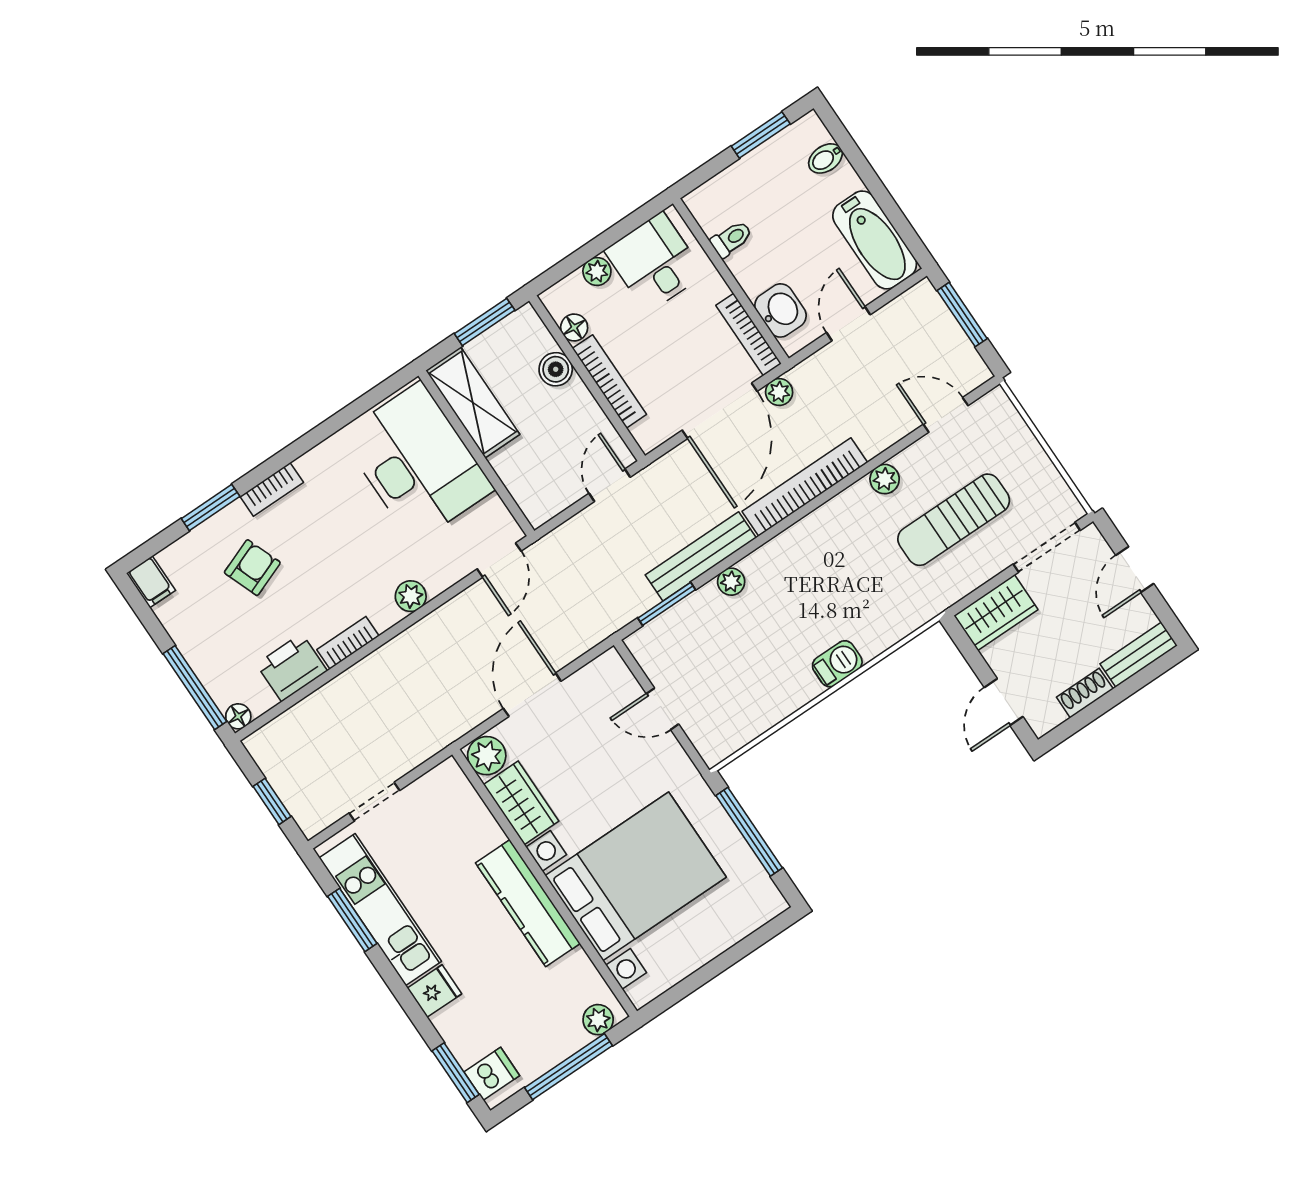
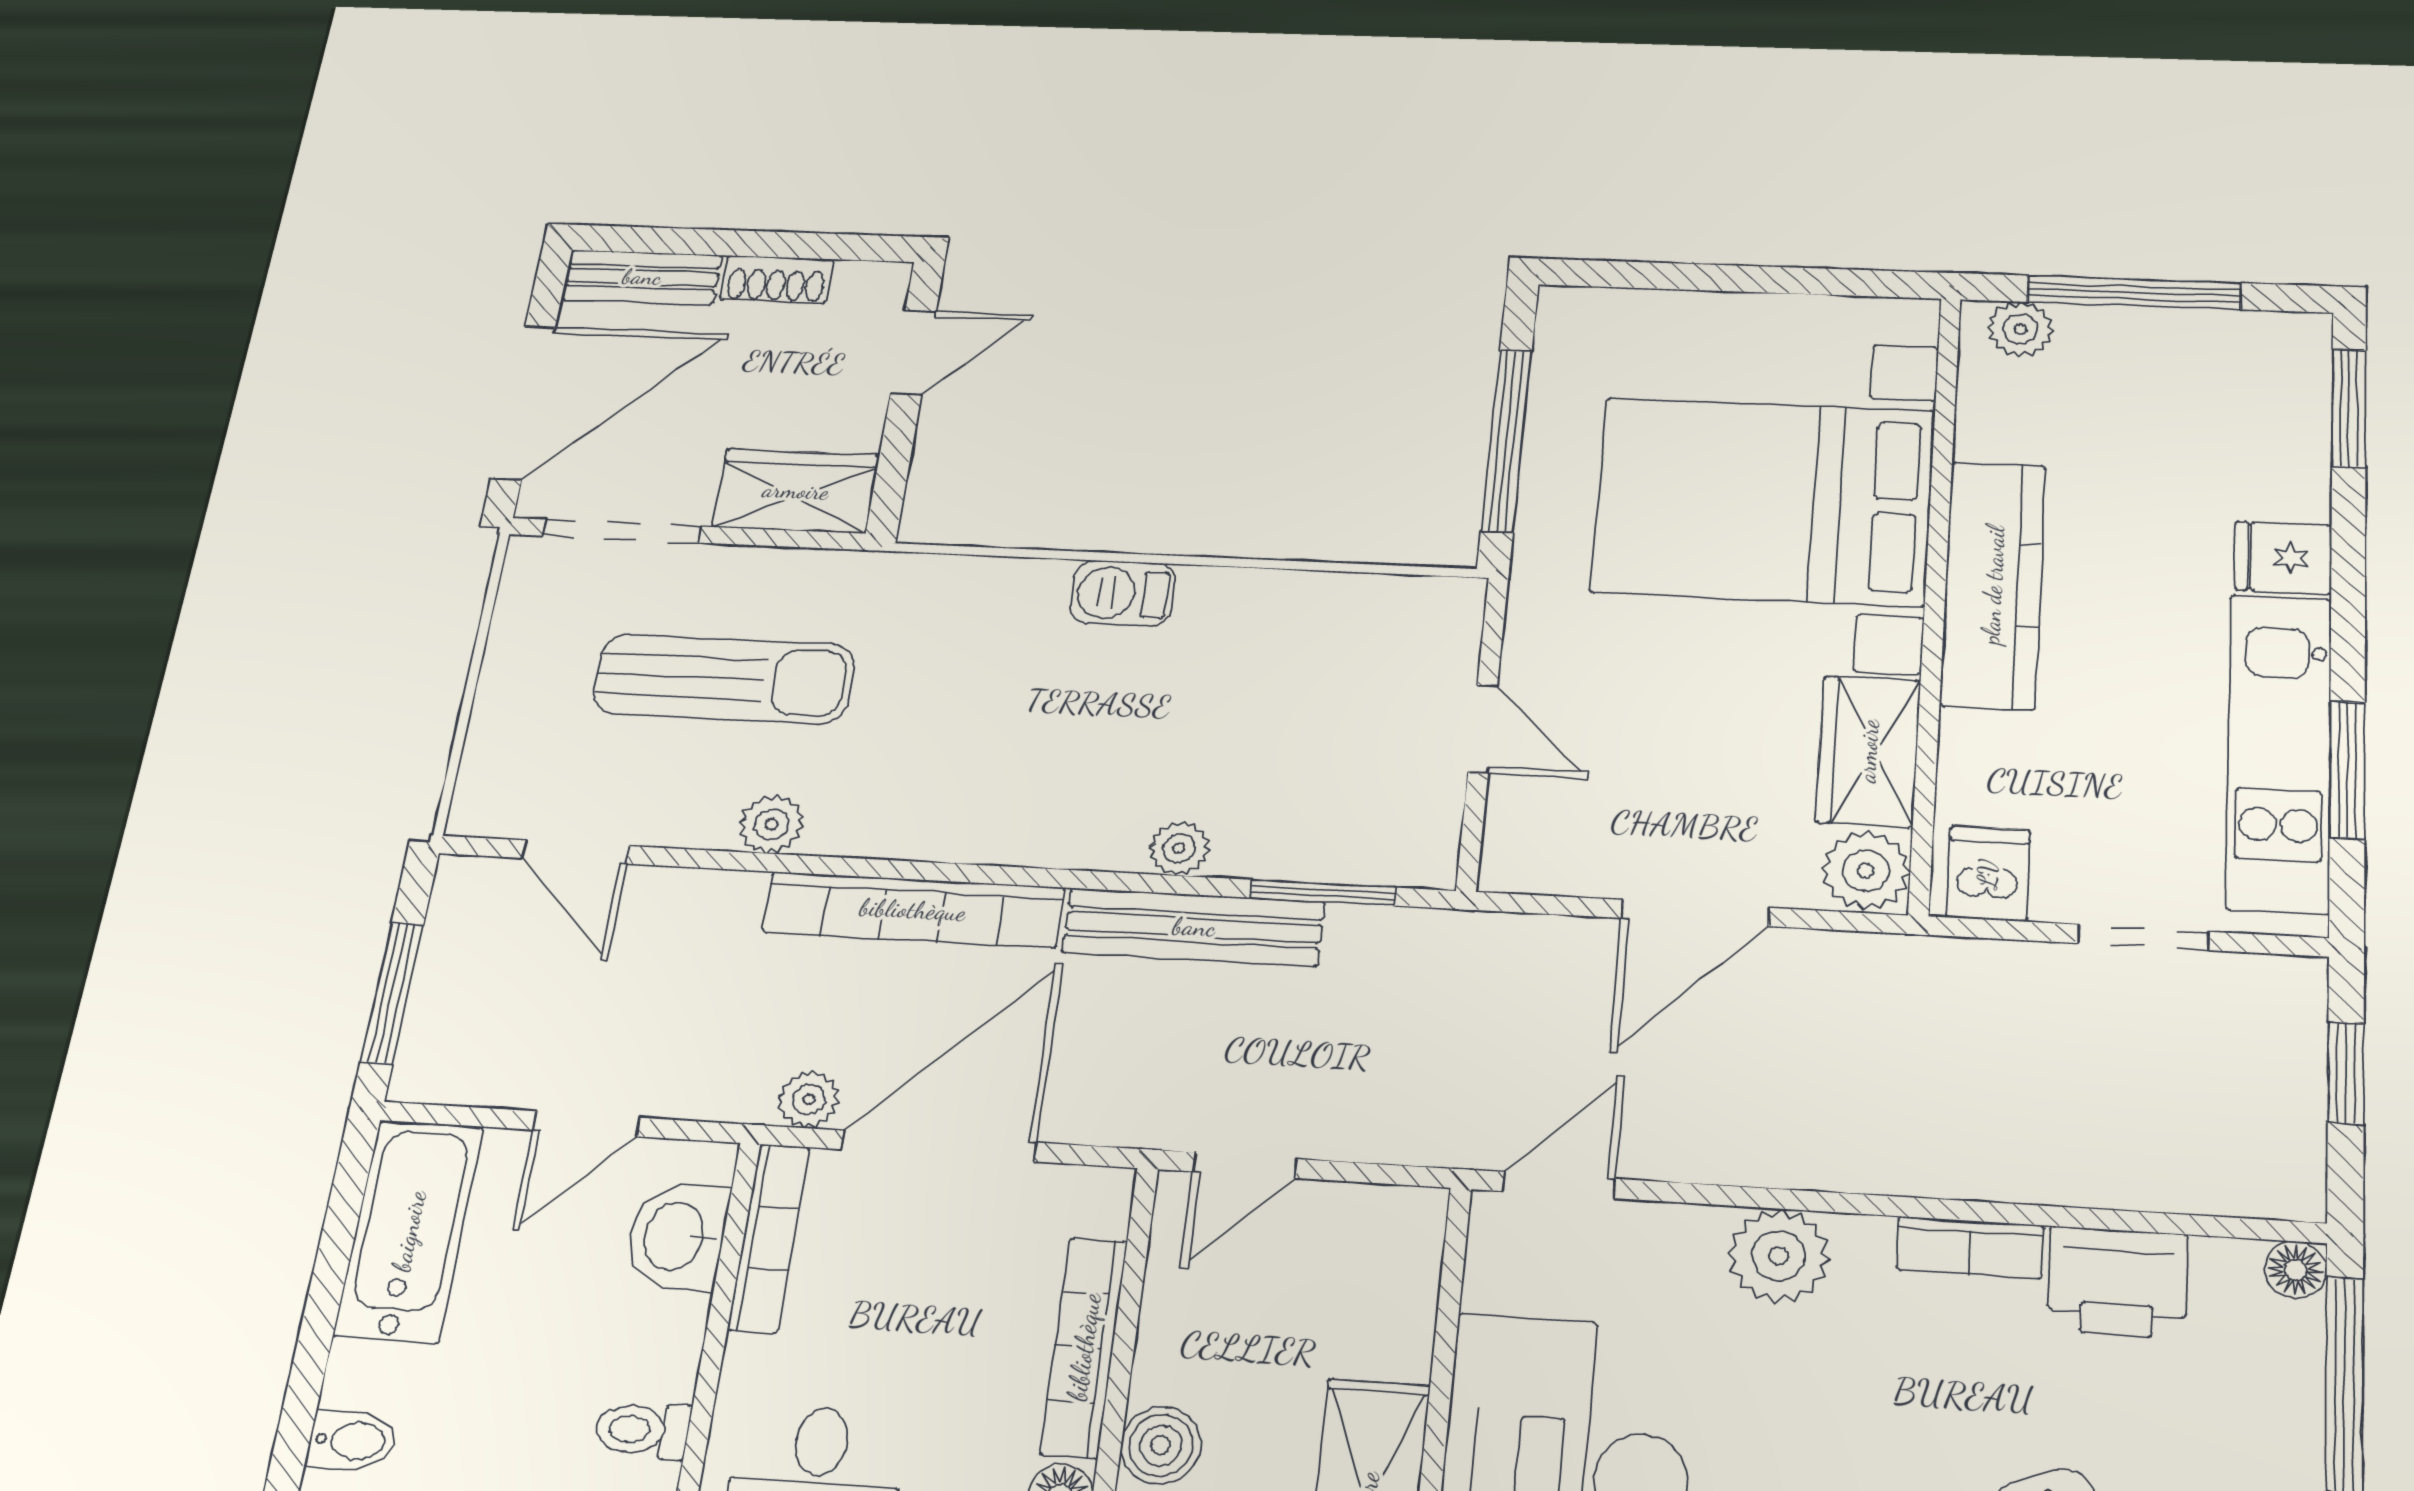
door: (1135, 569) -> (523, 402), width x1.88
plant: (411, 596) -> (1779, 1256), width x1.38, depth x1.38
dishwasher: (492, 1074) -> (1988, 874), moved, turned 90

